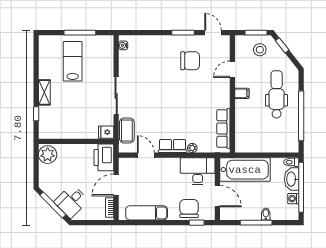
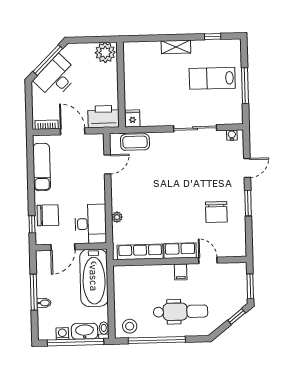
door: (213, 33) -> (247, 168), moved
stool: (260, 50) -> (130, 326), moved
lab bench: (73, 61) -> (212, 78), turned 180
sliding door: (116, 96) -> (195, 128), moved
window: (36, 114) -> (213, 37), moved
row of seats: (173, 146) -> (180, 251), moved, turned -90
desk: (71, 201) -> (56, 77), width x1.37

